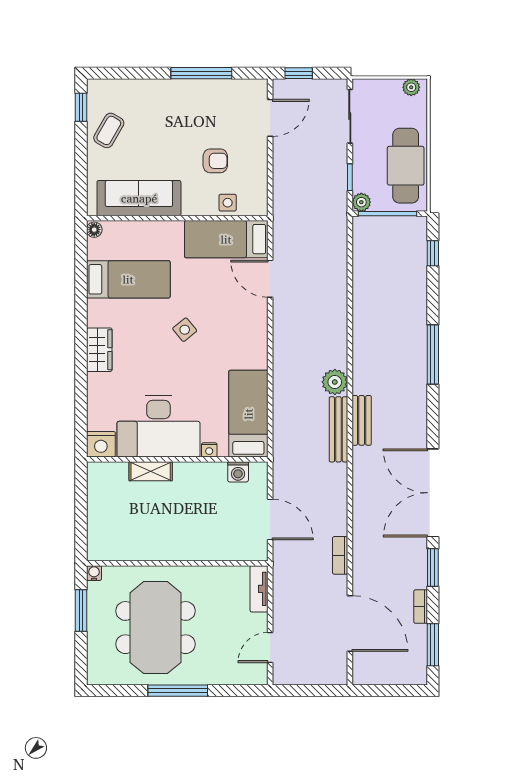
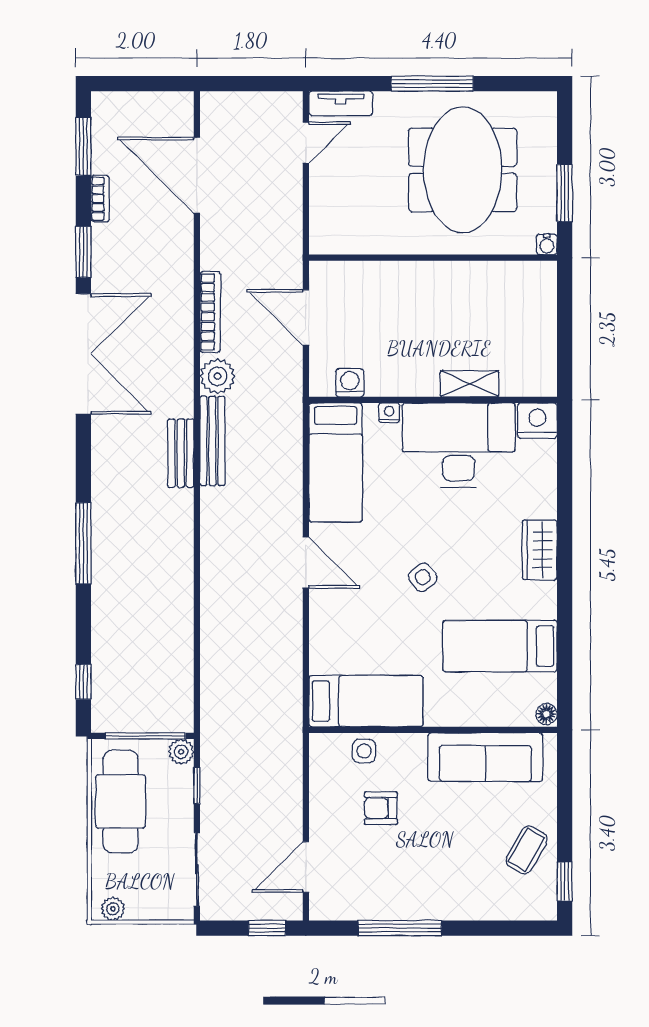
door: (270, 279) -> (306, 563), moved
plant: (335, 382) -> (217, 376), moved
bookcase: (340, 555) -> (210, 312), moved, width x1.56
tv unit: (259, 589) -> (341, 103), moved, turned 90

